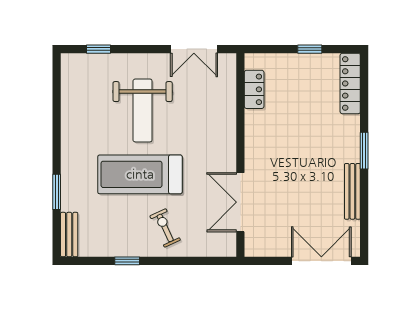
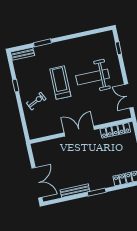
locker: (254, 89) -> (115, 130), width x1.53
treadmill: (140, 174) -> (60, 83), width x0.73, depth x0.73
double door: (240, 202) -> (79, 131), moved

